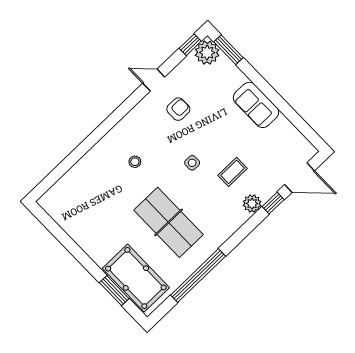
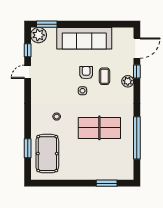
window: (190, 45) -> (28, 50), moved
sofa: (256, 105) -> (84, 38), width x1.85, depth x1.27
armchair: (178, 109) -> (86, 73), moved
window: (67, 163) -> (28, 148), added
pool table: (136, 278) -> (47, 154), moved, turned 90

